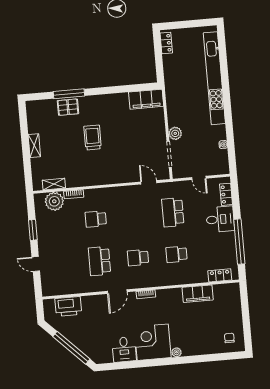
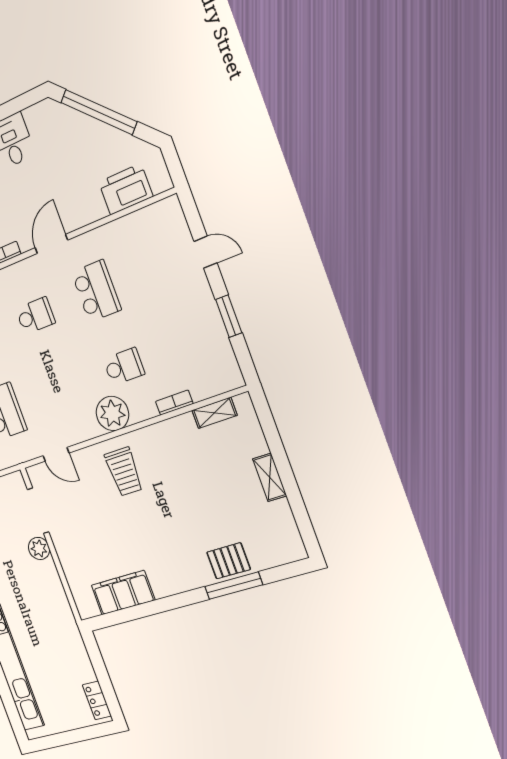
filing cabinet: (146, 99) -> (123, 593), moved
trolley: (93, 138) -> (124, 472), moved
plant: (54, 201) -> (112, 413), moved

